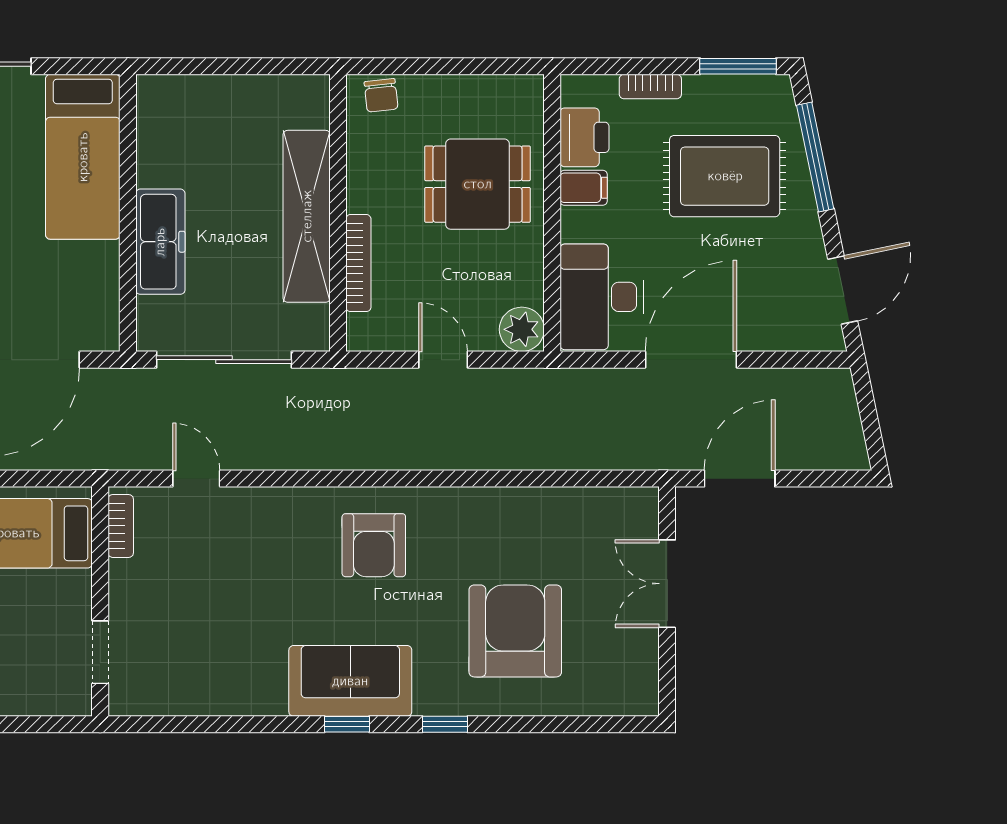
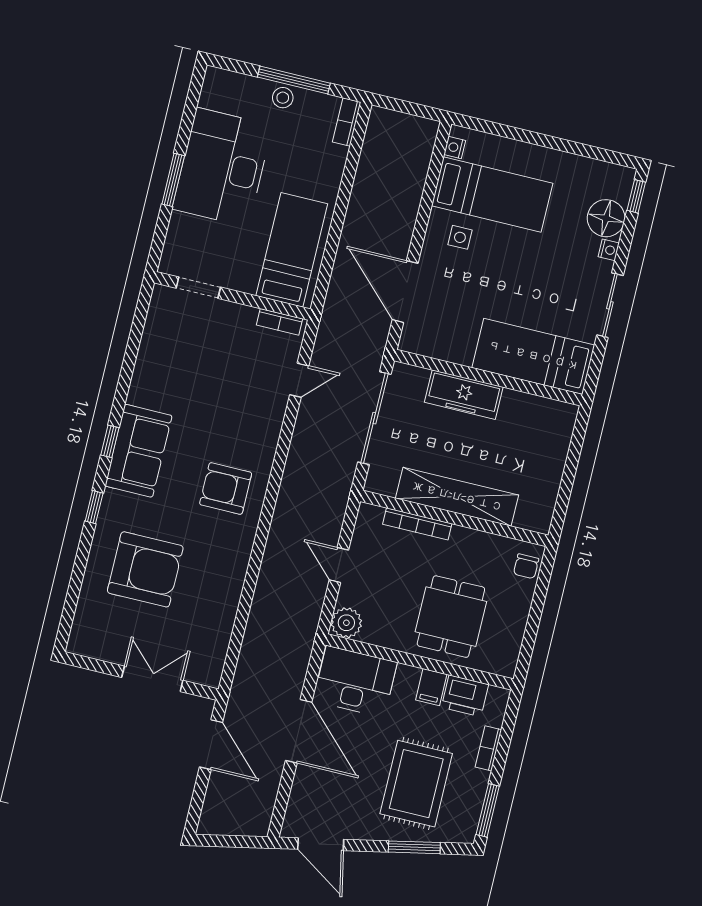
chair: (381, 95) -> (526, 566), turned -84
window: (815, 157) -> (414, 847), width x0.69
door: (443, 360) -> (339, 565), swing flipped

